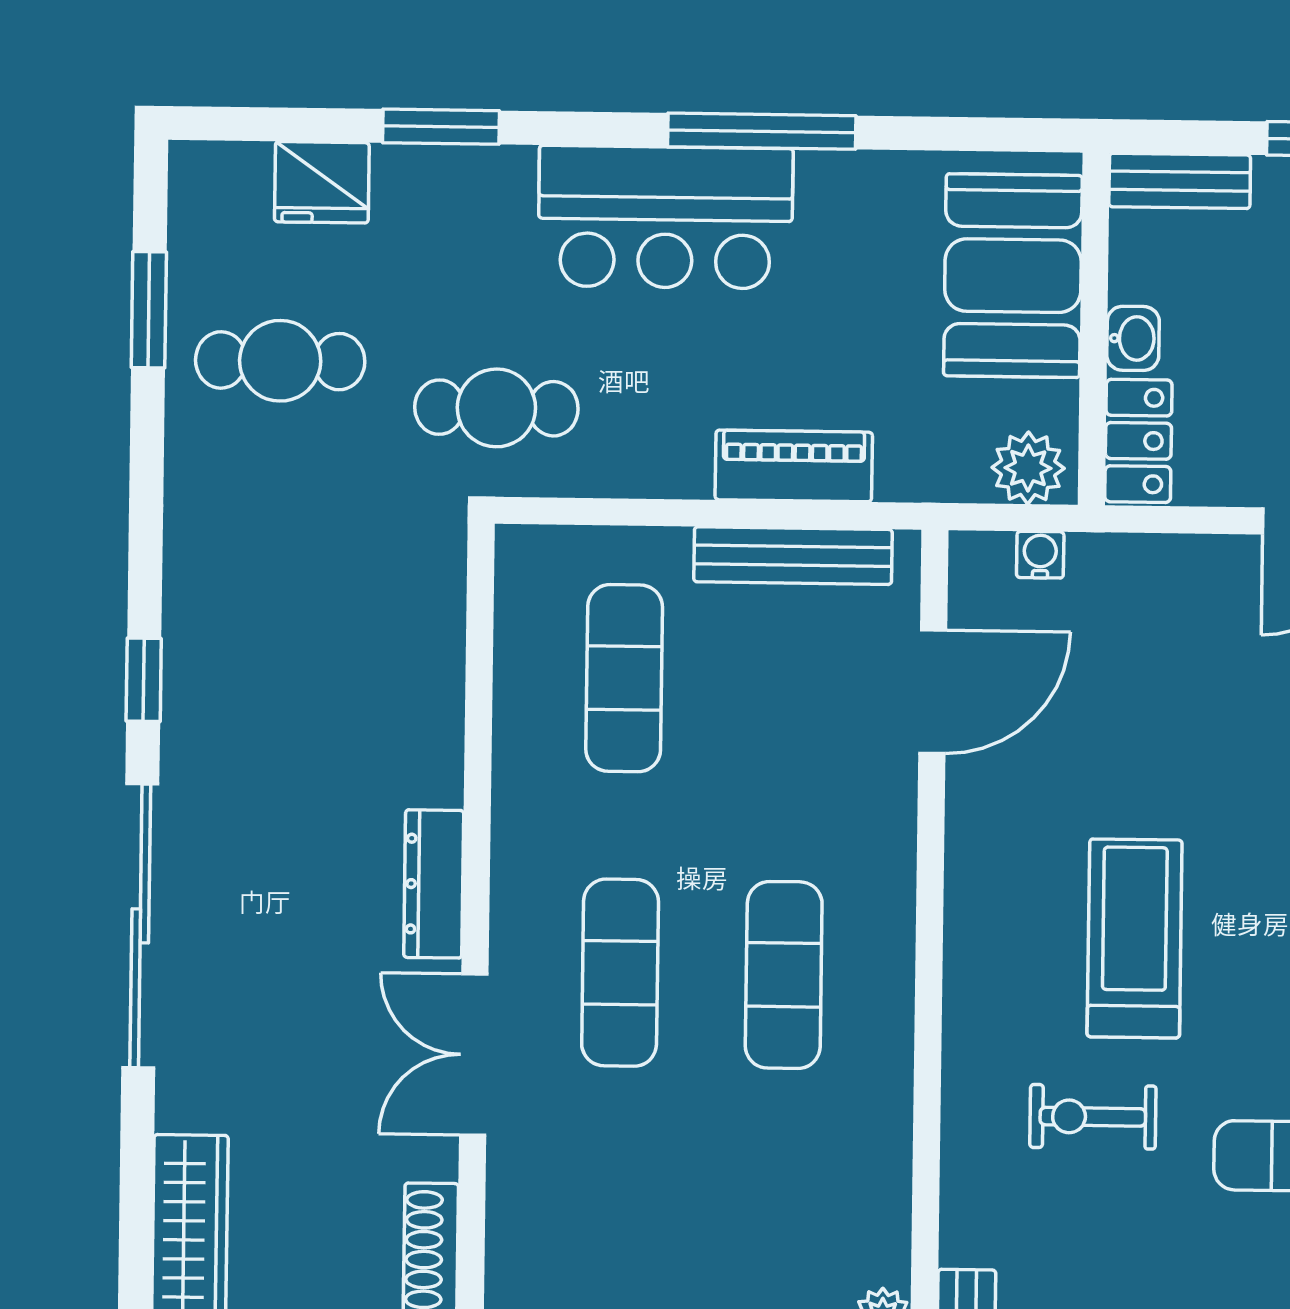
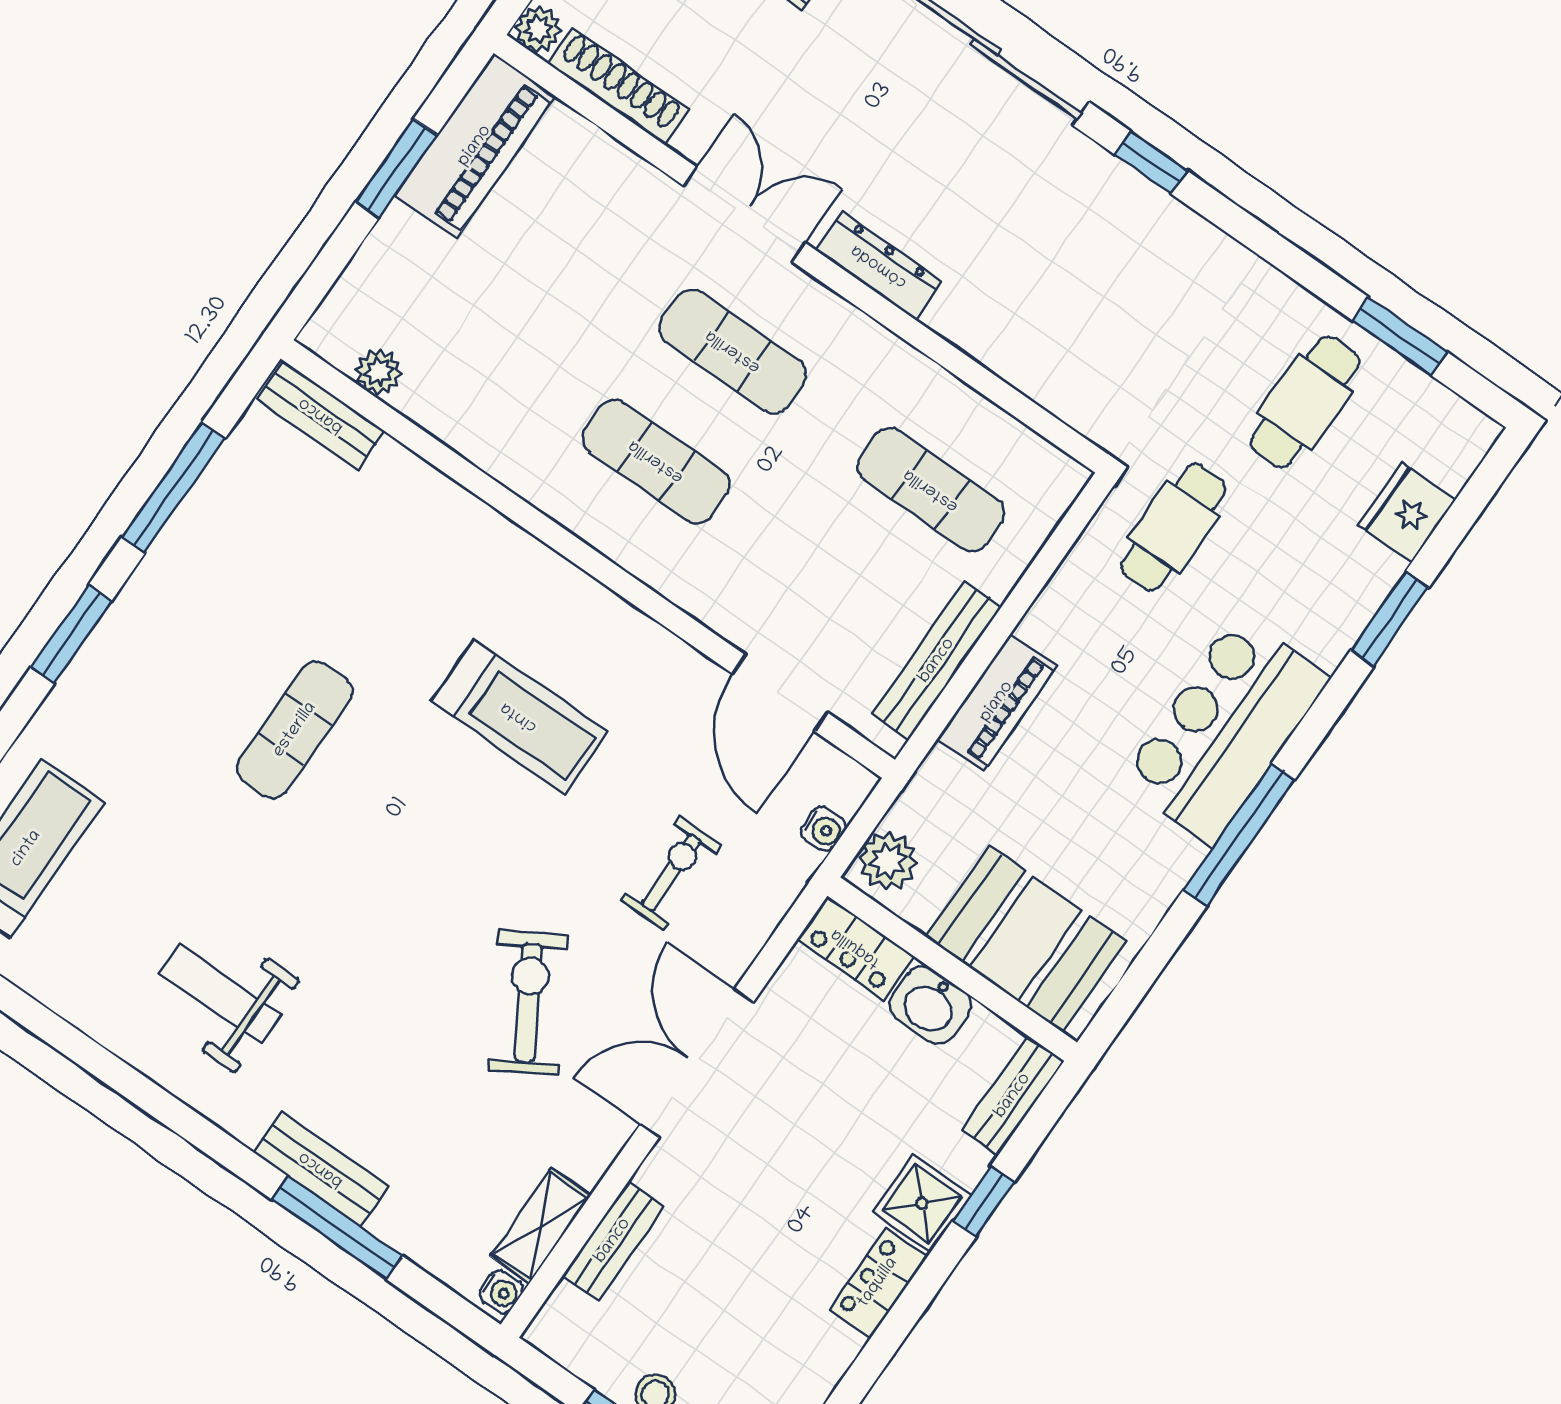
washbasin: (1133, 338) -> (931, 1005), width x1.38, depth x1.45
exercise bike: (1093, 1117) -> (671, 873), moved

